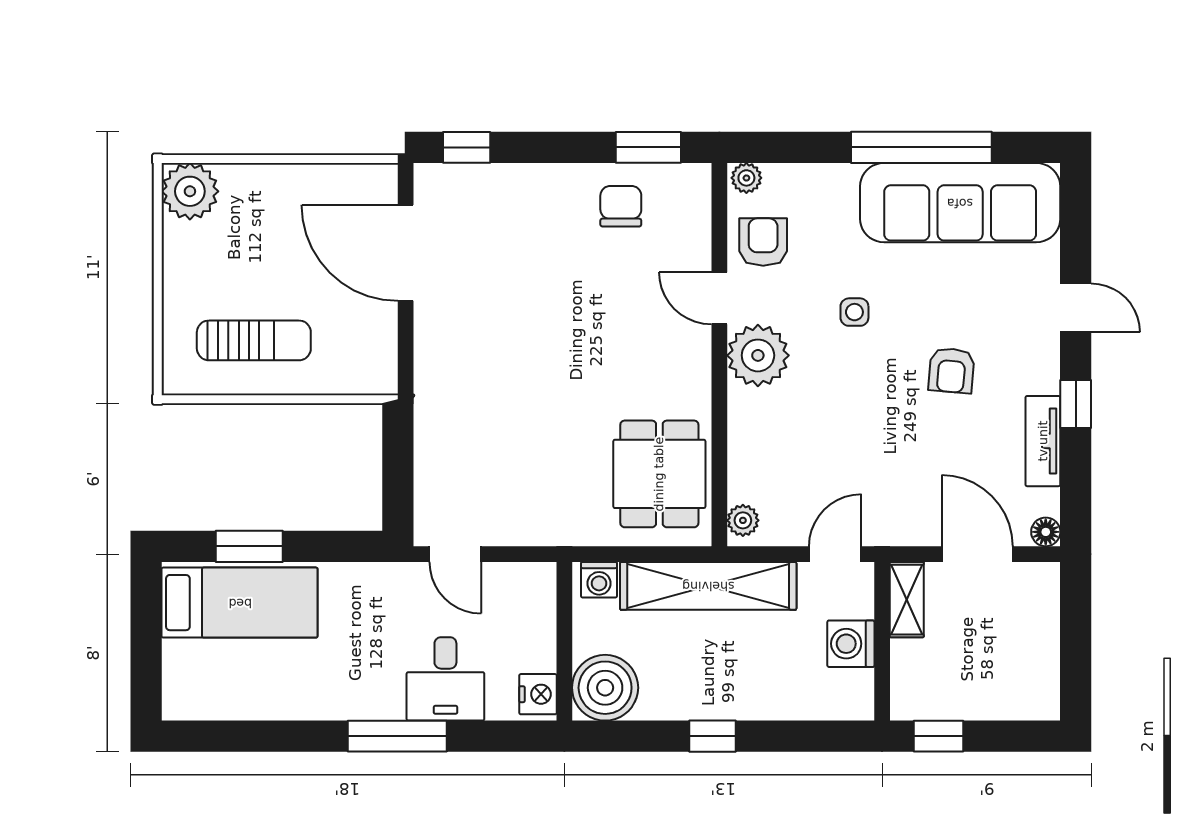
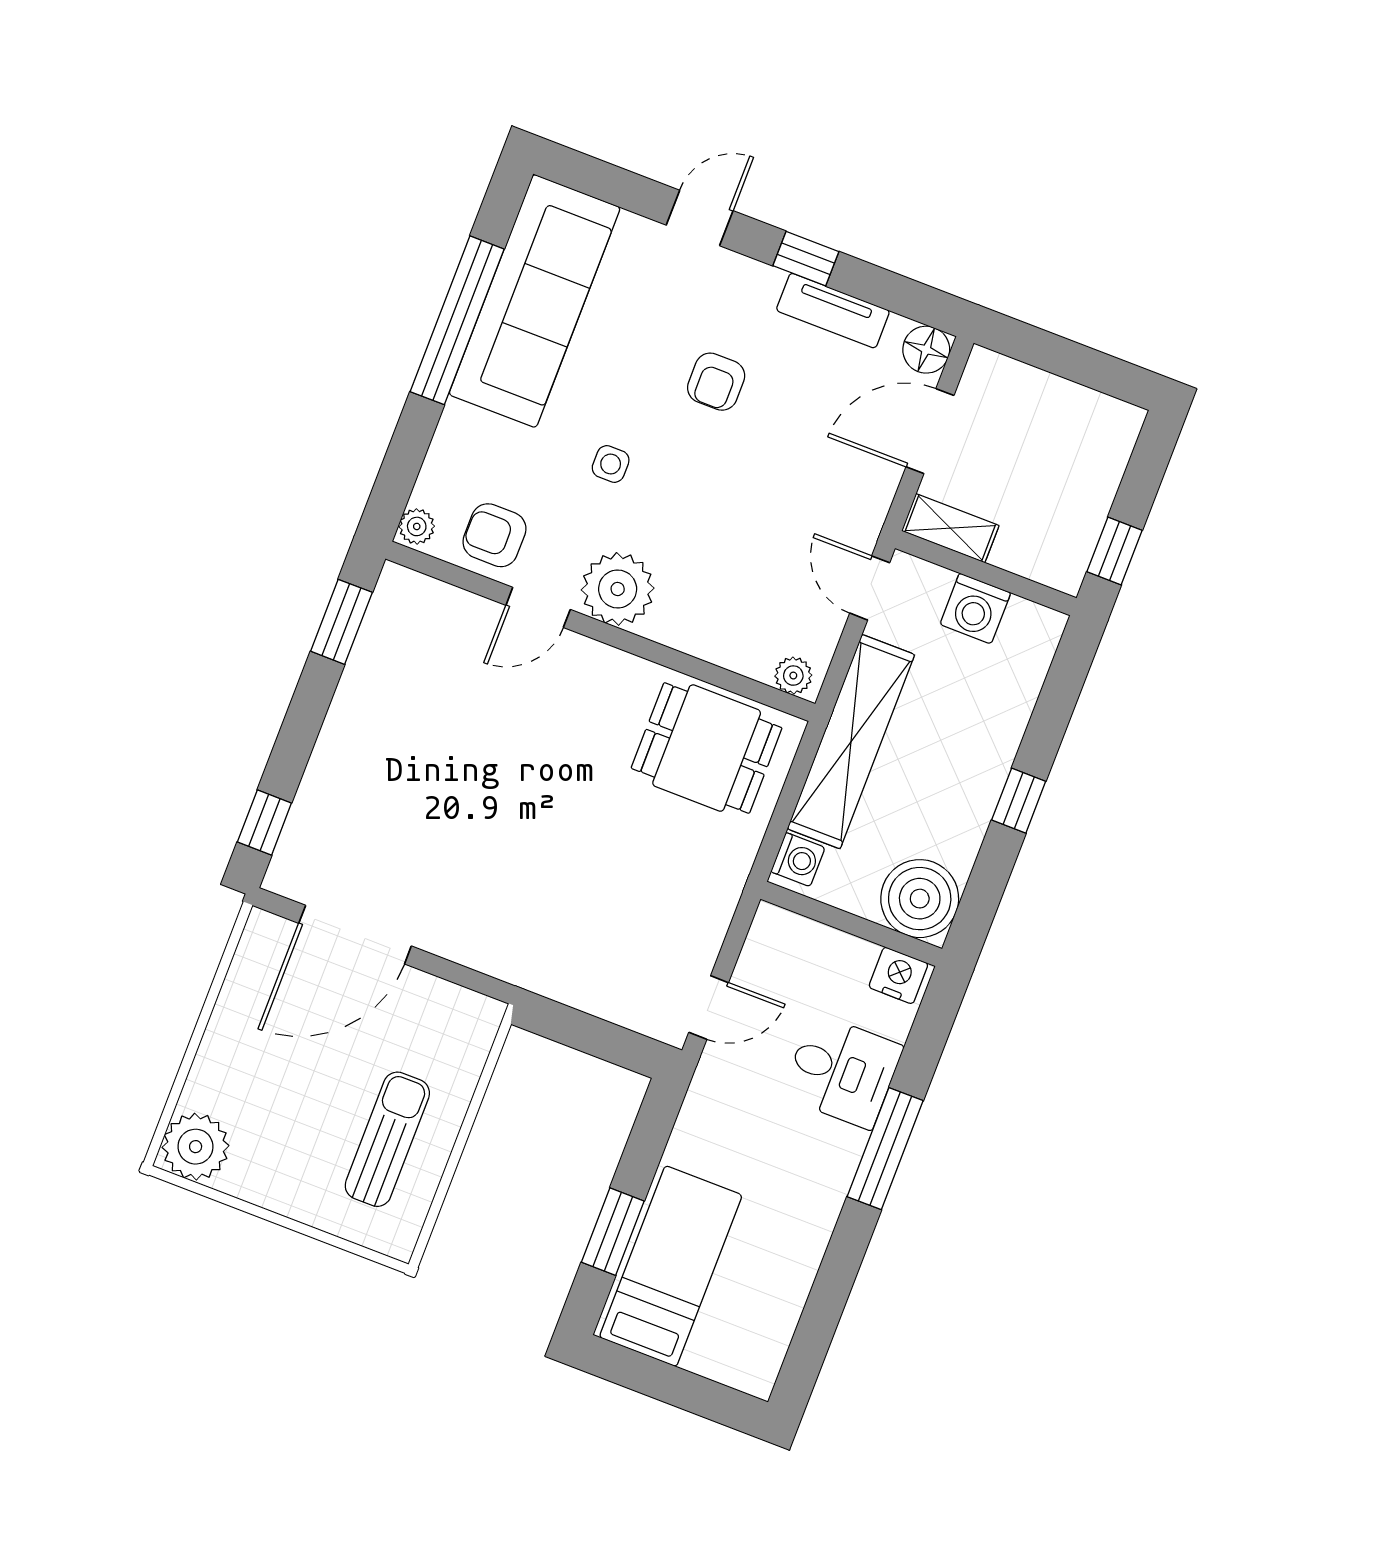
chair: (621, 206) -> (395, 677), removed
armchair: (951, 370) -> (716, 382), turned 85
floor lamp: (1046, 532) -> (926, 350), width x1.37, depth x1.37

